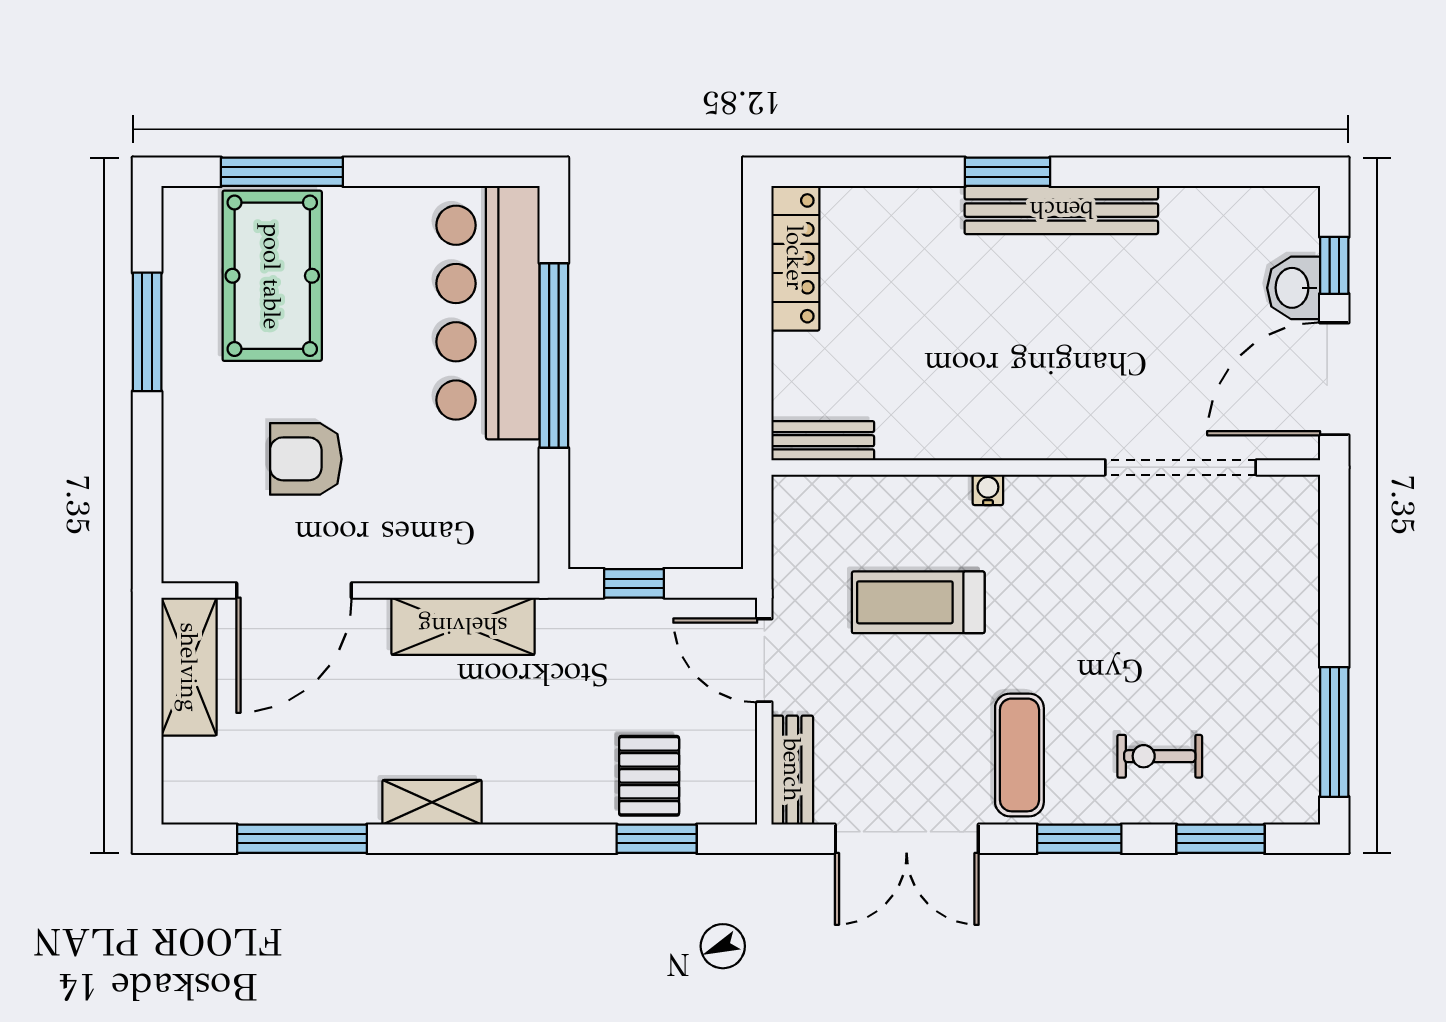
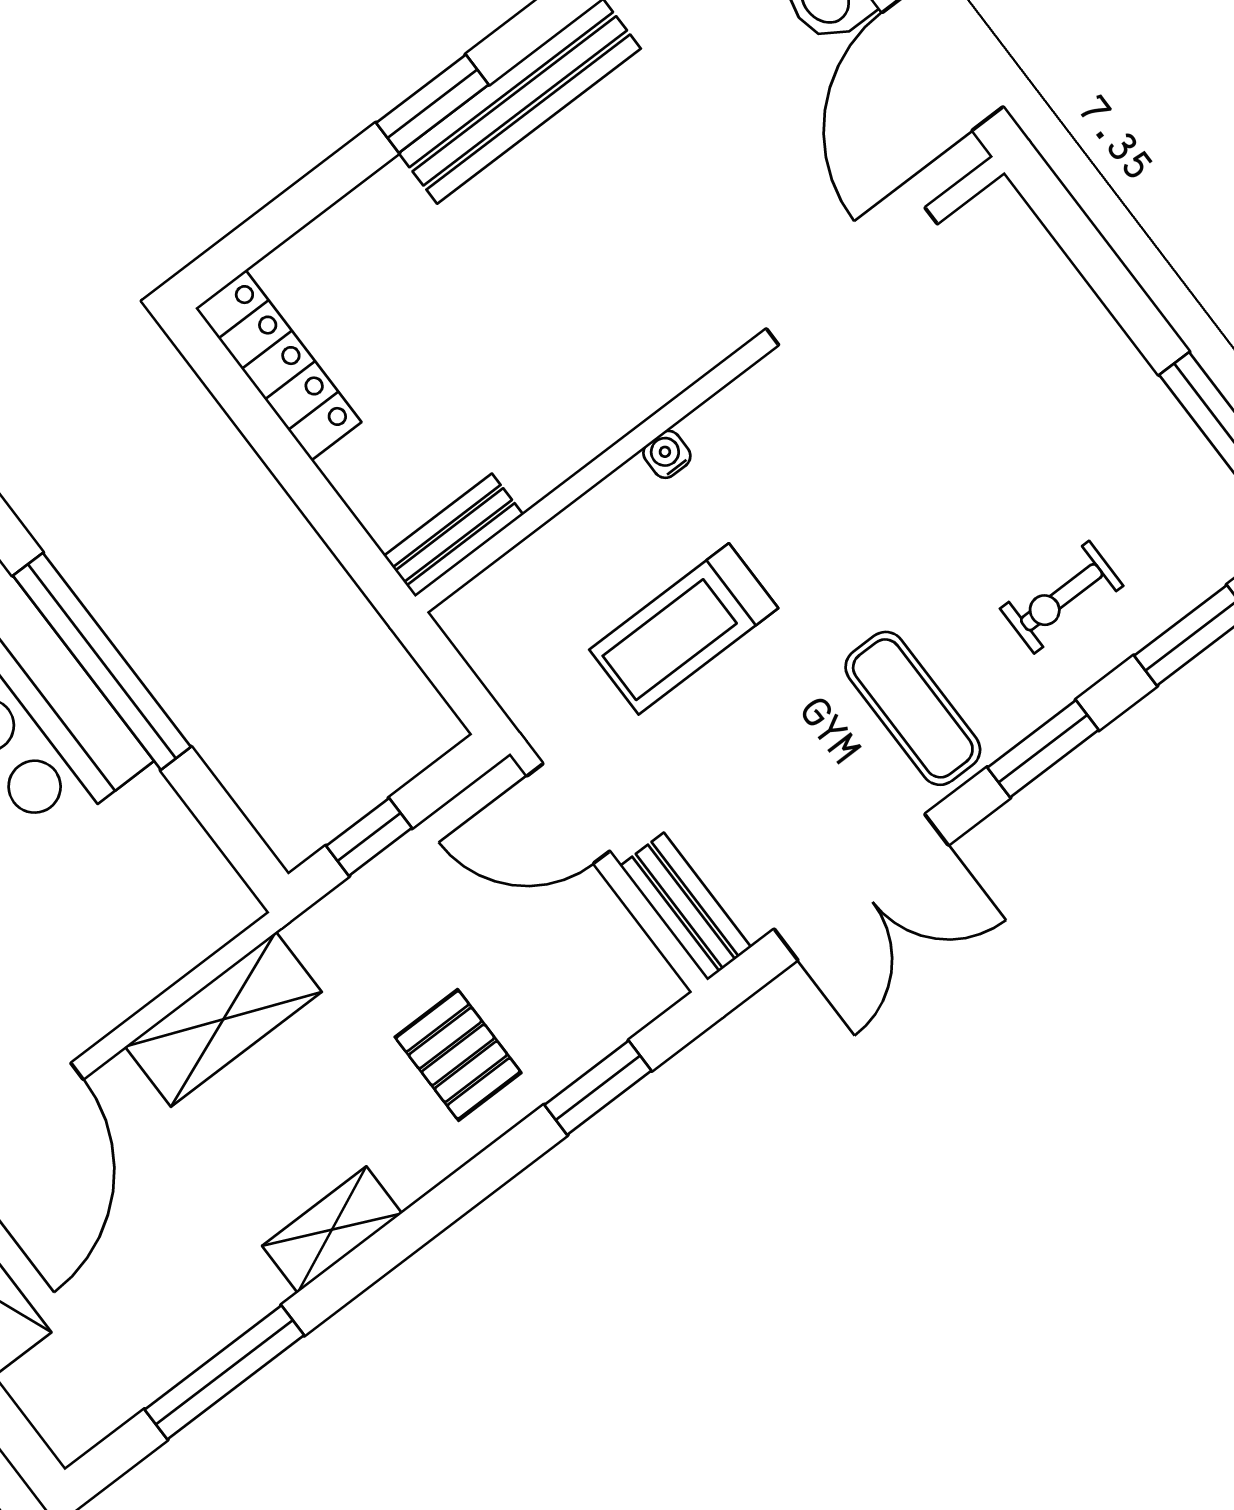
pallet: (649, 776) -> (458, 1055), moved

